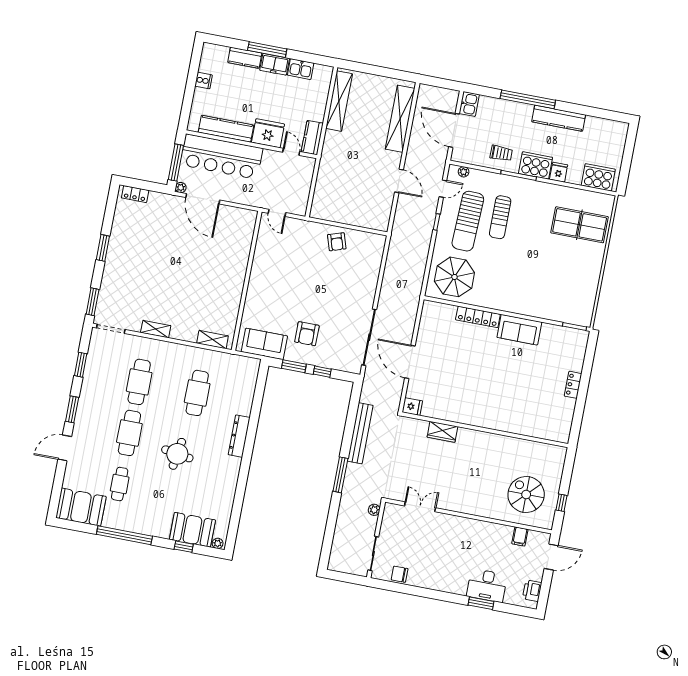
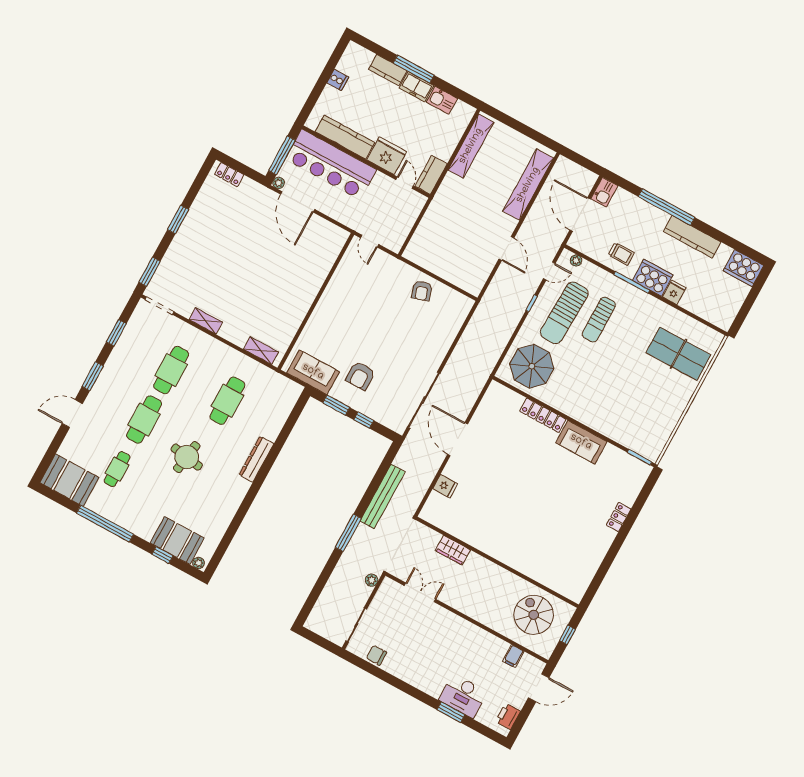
cooker: (598, 177) -> (743, 268), moved, turned 180
wall: (485, 430) -> (497, 562), moved
wardrobe: (442, 432) -> (453, 550), moved

